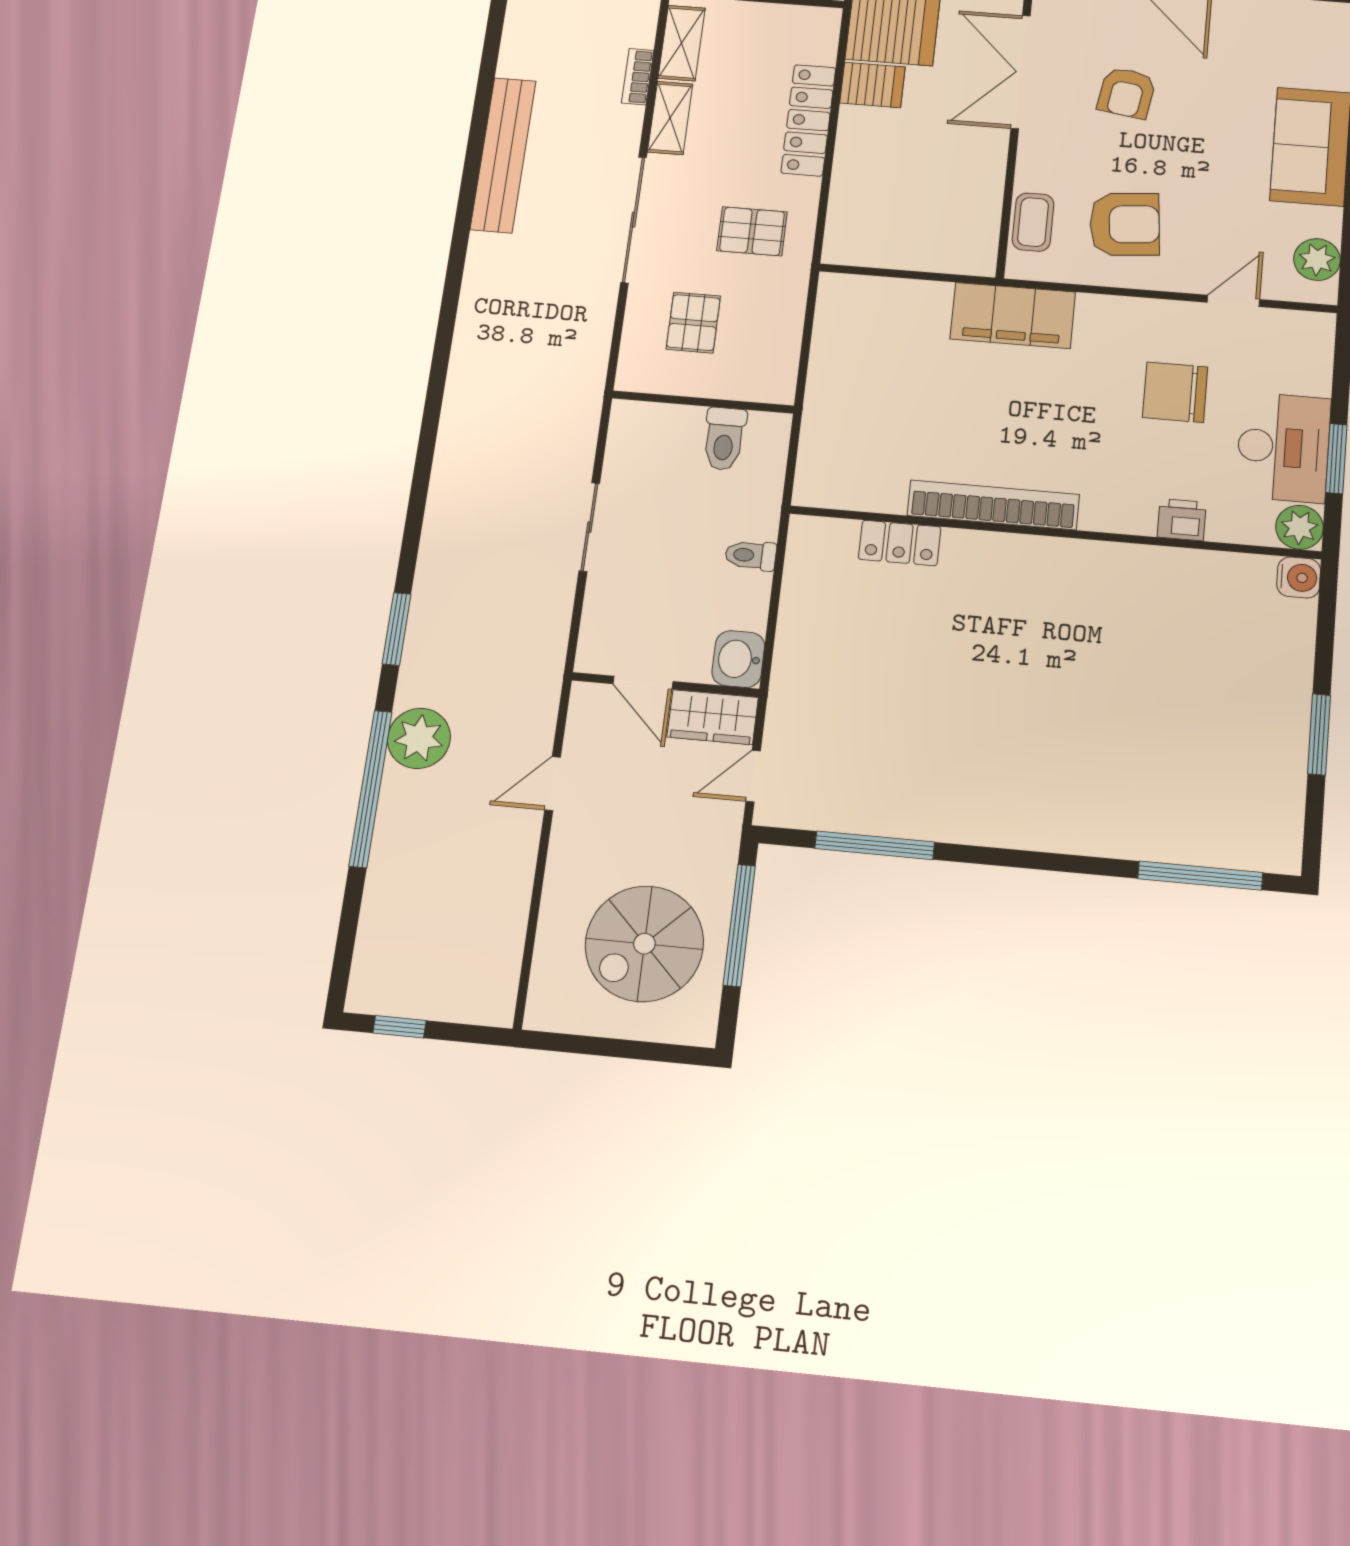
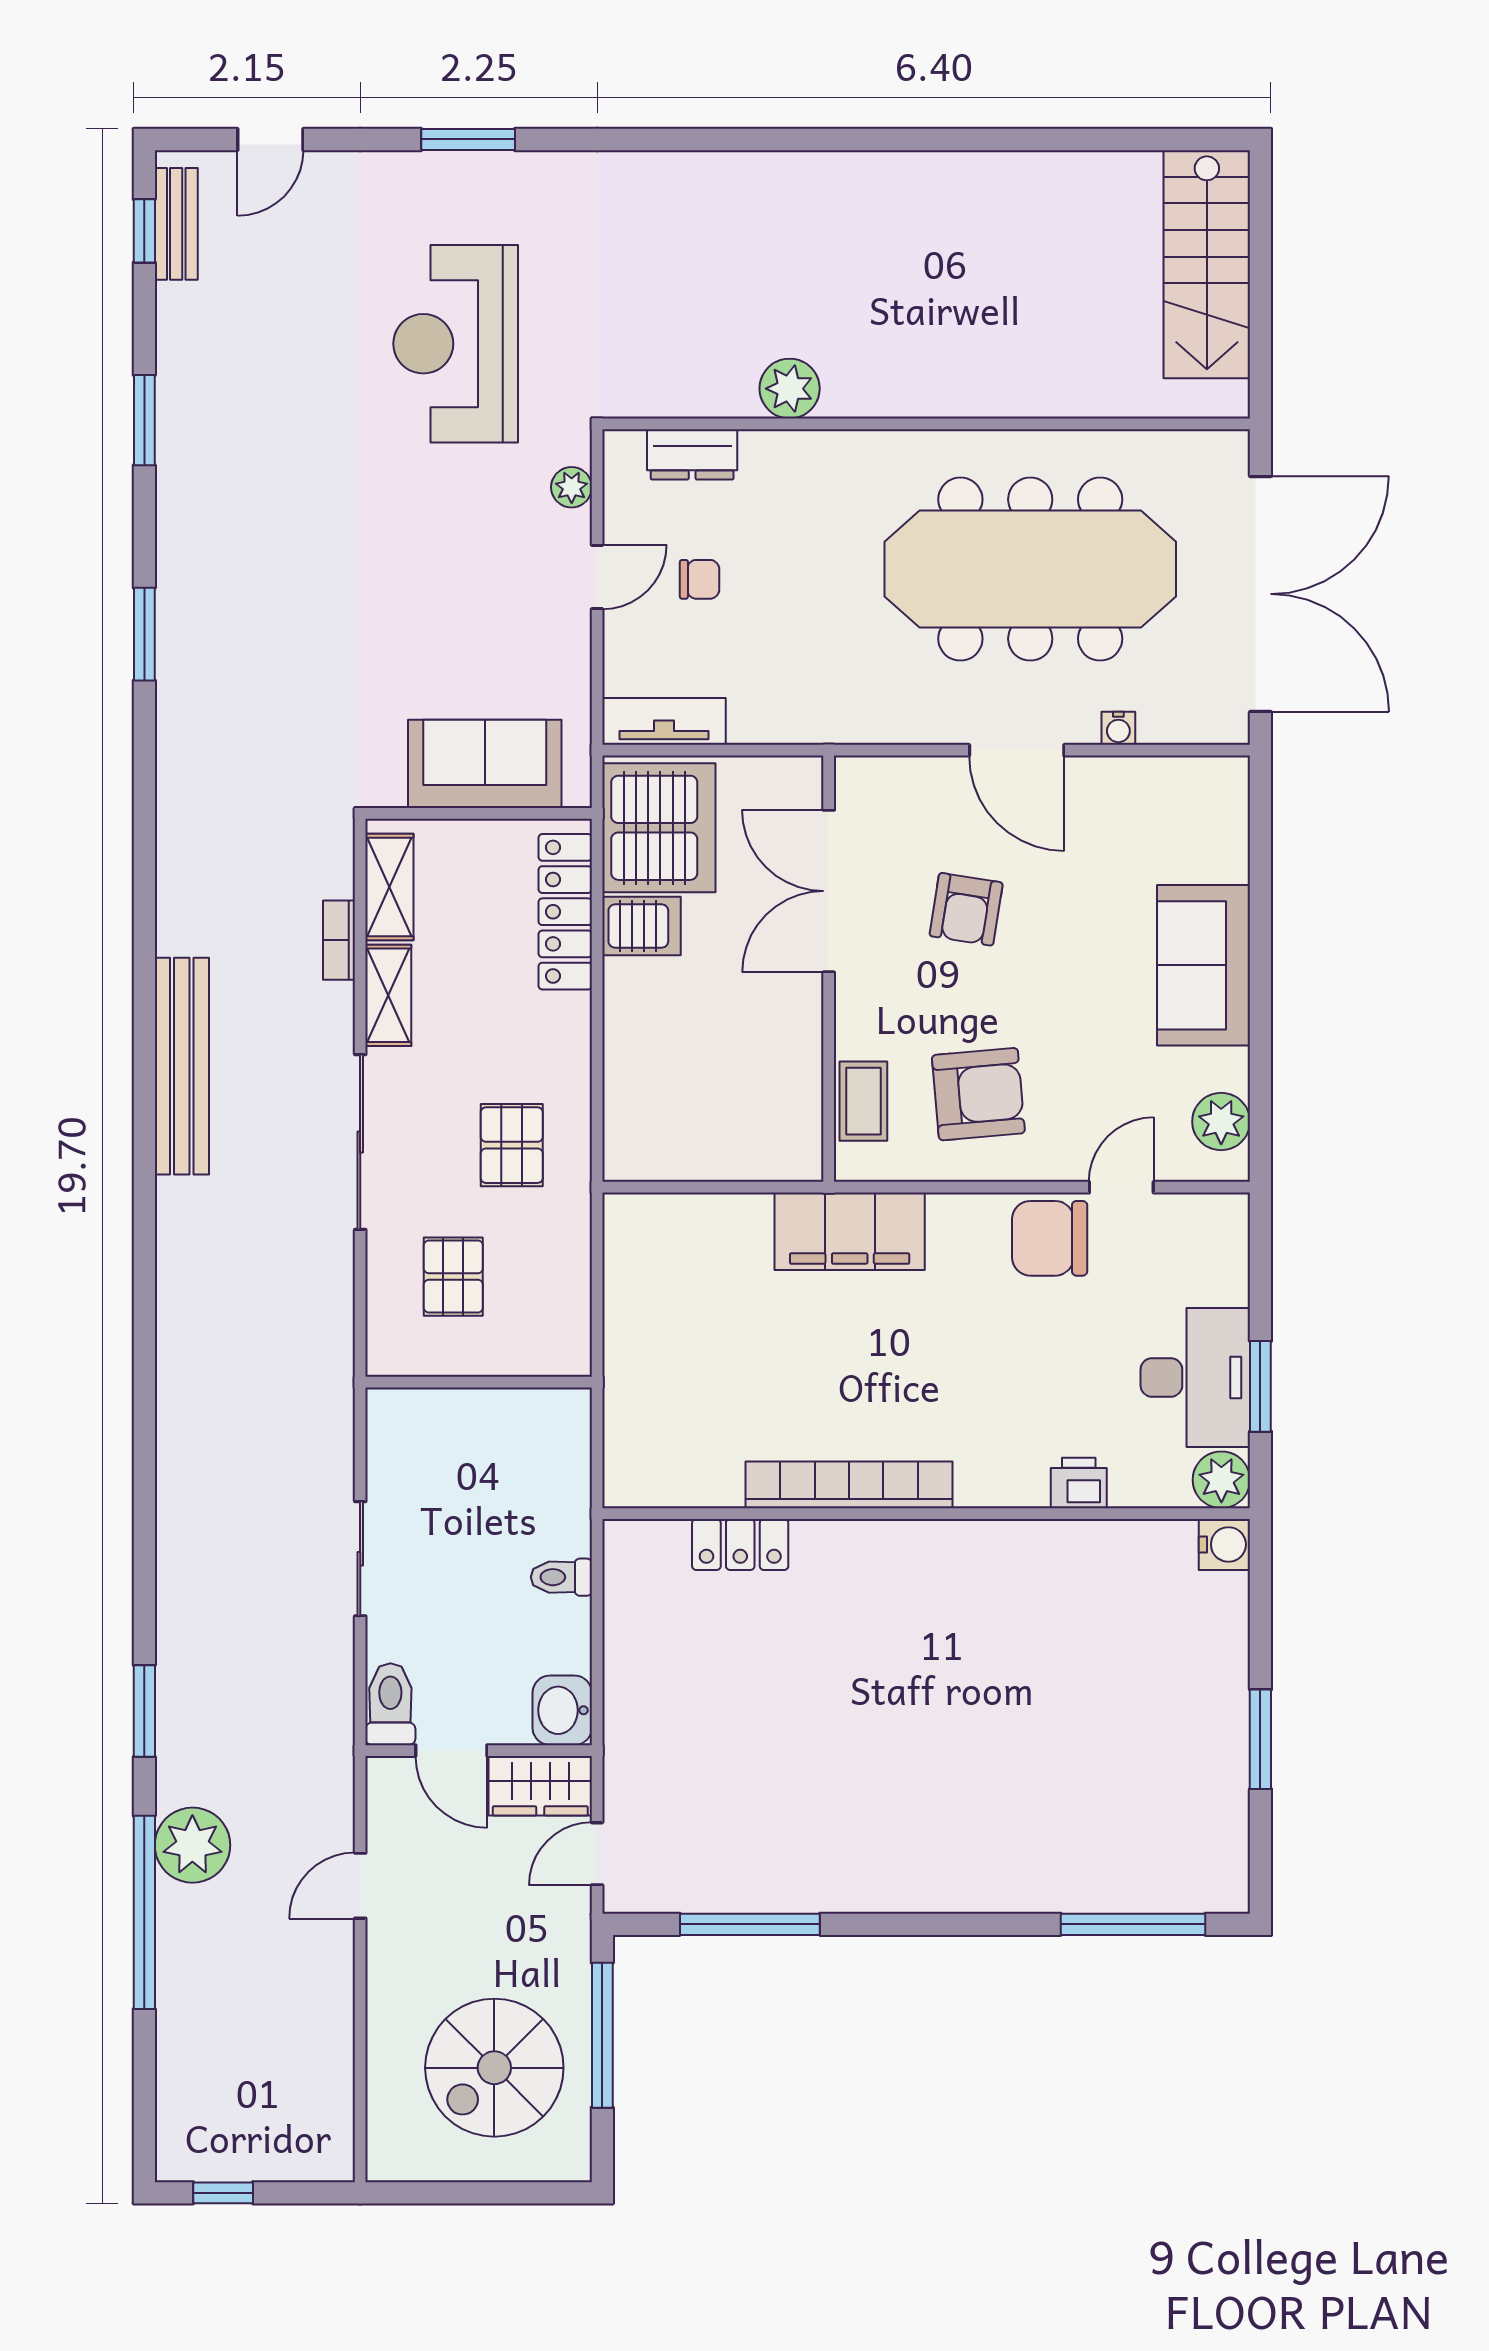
locker: (808, 120) -> (565, 912), moved
pallet: (752, 231) -> (512, 1145), turned 90
chair: (1175, 392) -> (1050, 1238), moved
toilet: (724, 439) -> (390, 1704), moved, turned 180

